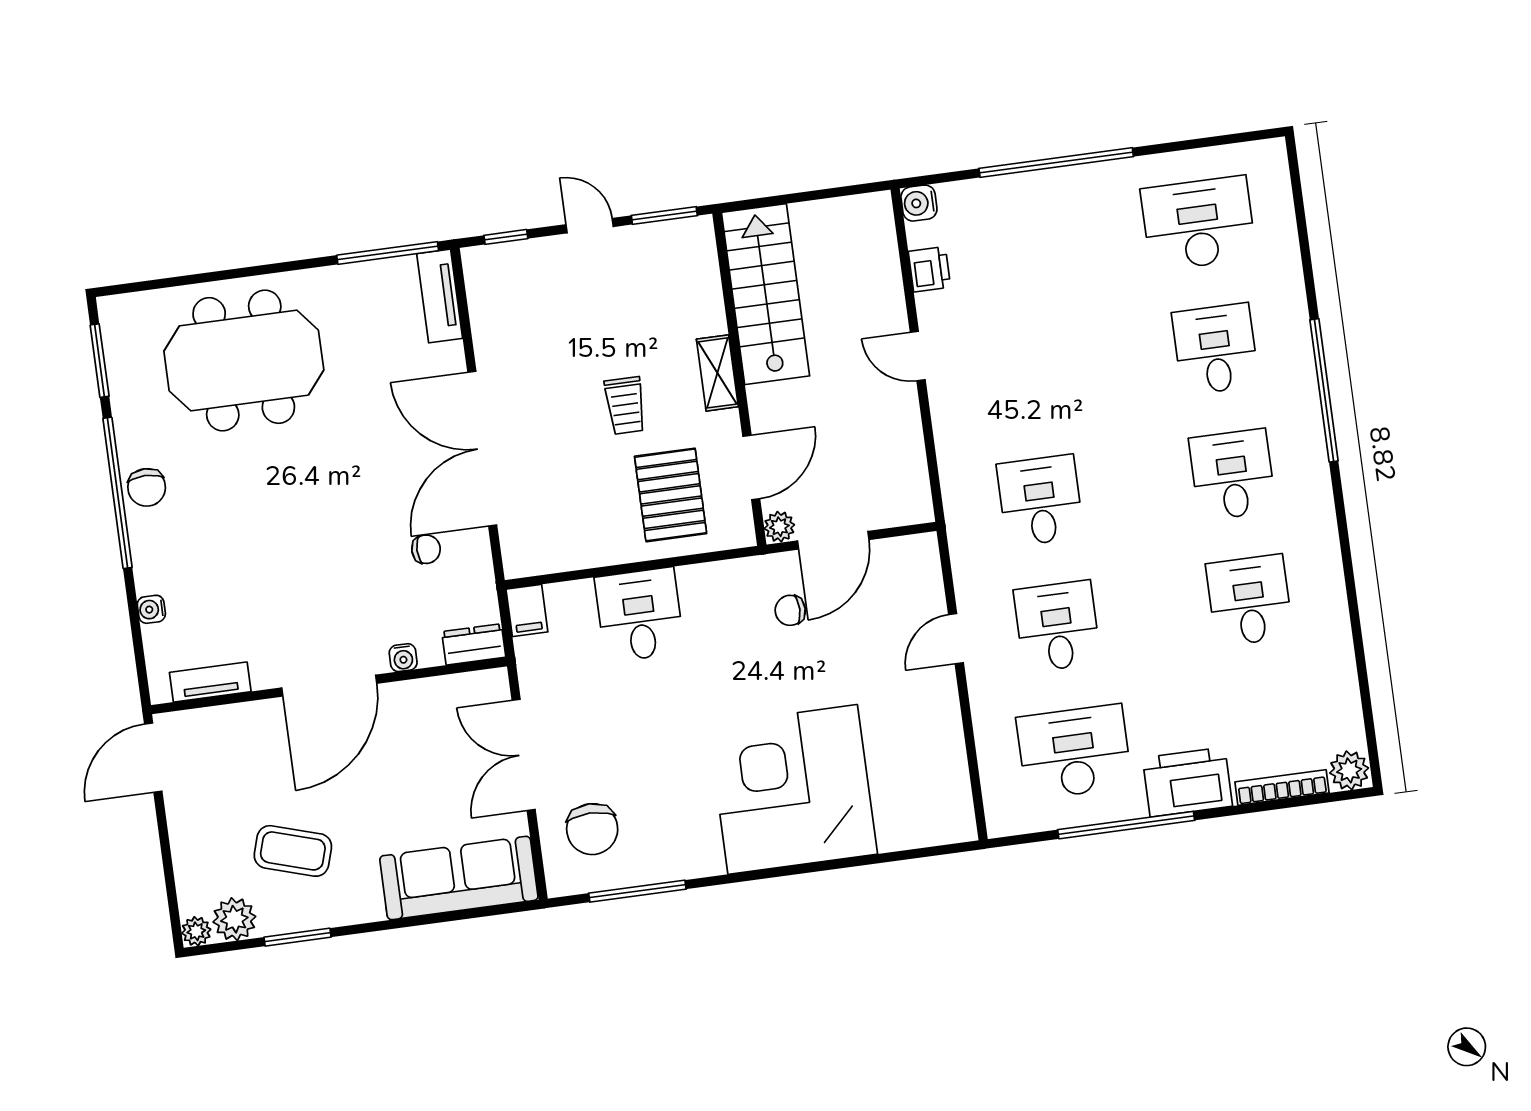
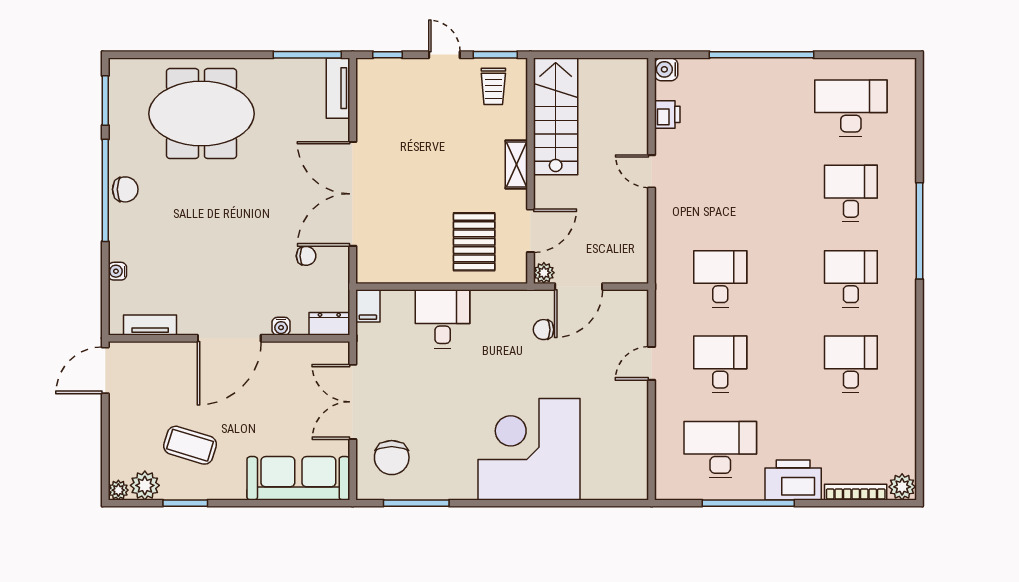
trolley: (625, 405) -> (493, 86), moved
chair: (147, 487) -> (125, 189), turned -90

